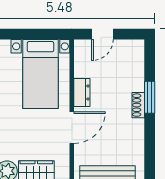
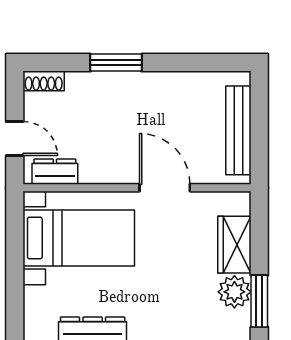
dresser: (82, 92) -> (55, 172), moved
shoe rack: (138, 105) -> (44, 81), moved

